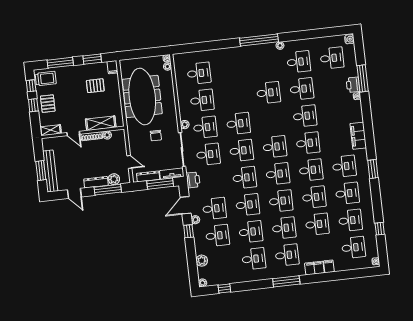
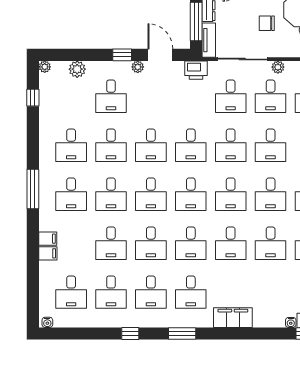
desk: (214, 209) -> (271, 194), moved
window: (380, 229) -> (130, 333), moved
filing cabinet: (314, 268) -> (48, 239), width x0.50

